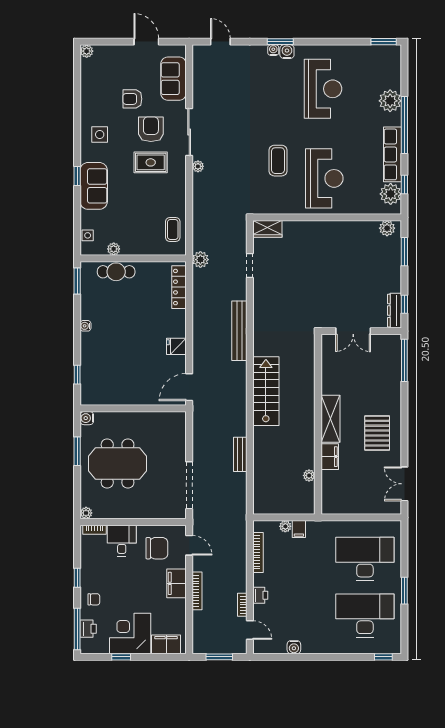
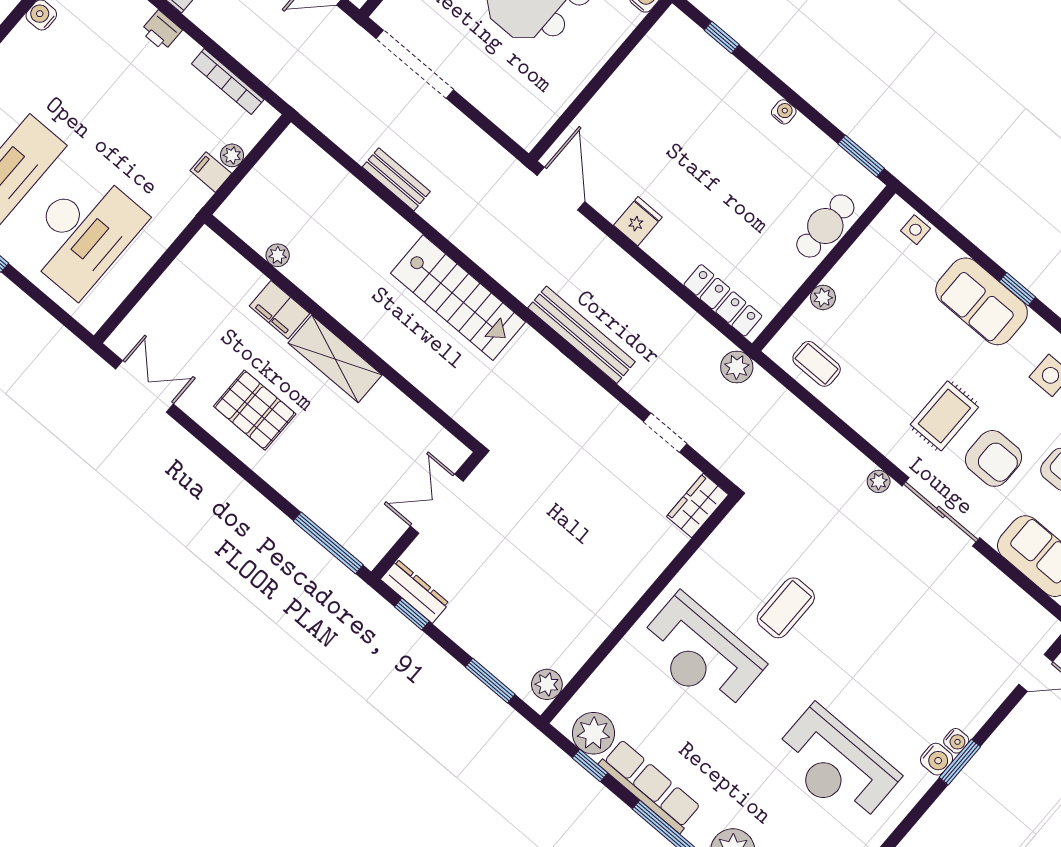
coffee table: (278, 161) -> (786, 608), turned 90
plant: (114, 249) -> (823, 297), moved

